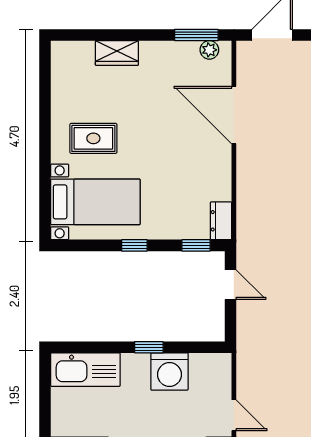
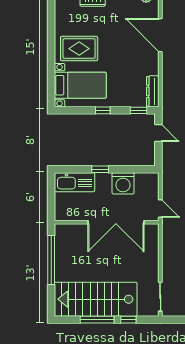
rug: (93, 138) -> (79, 49), width x1.36, depth x1.43
dresser: (221, 221) -> (153, 91), width x1.44
window: (149, 347) -> (100, 169), moved

